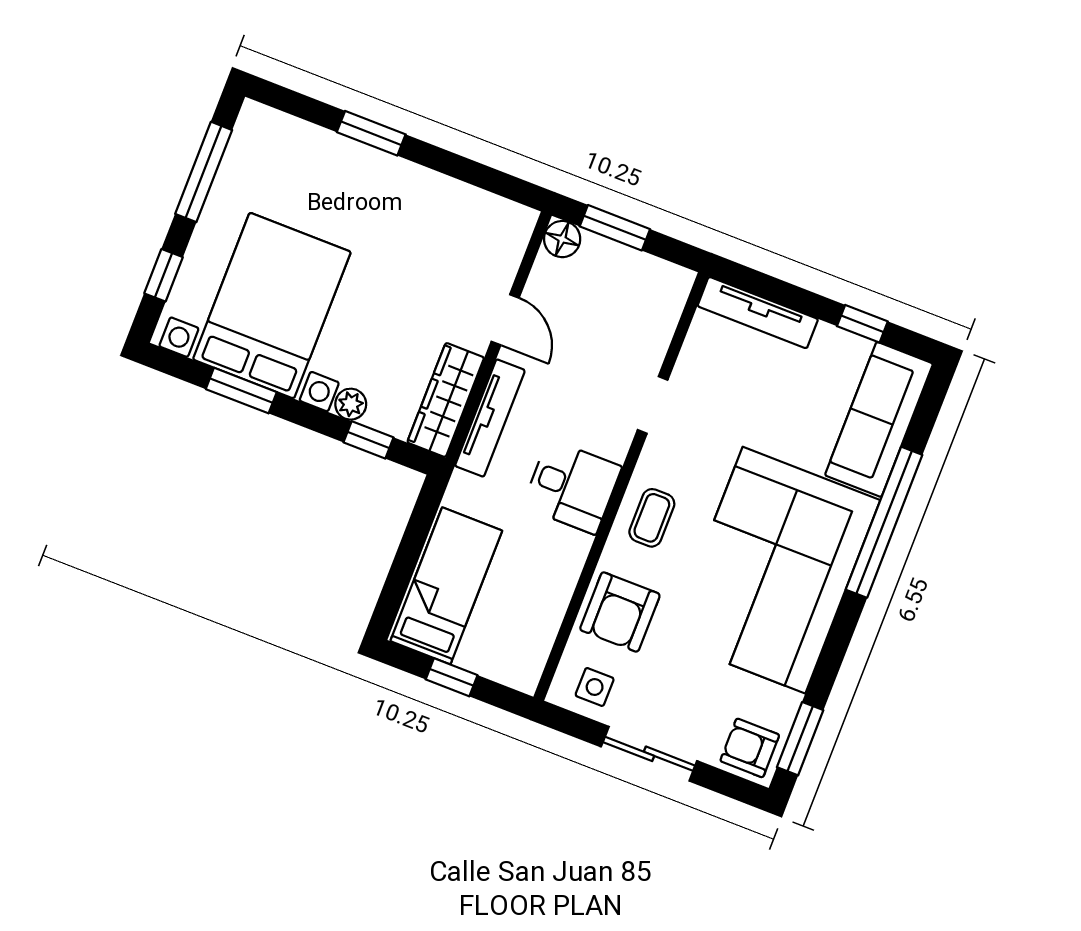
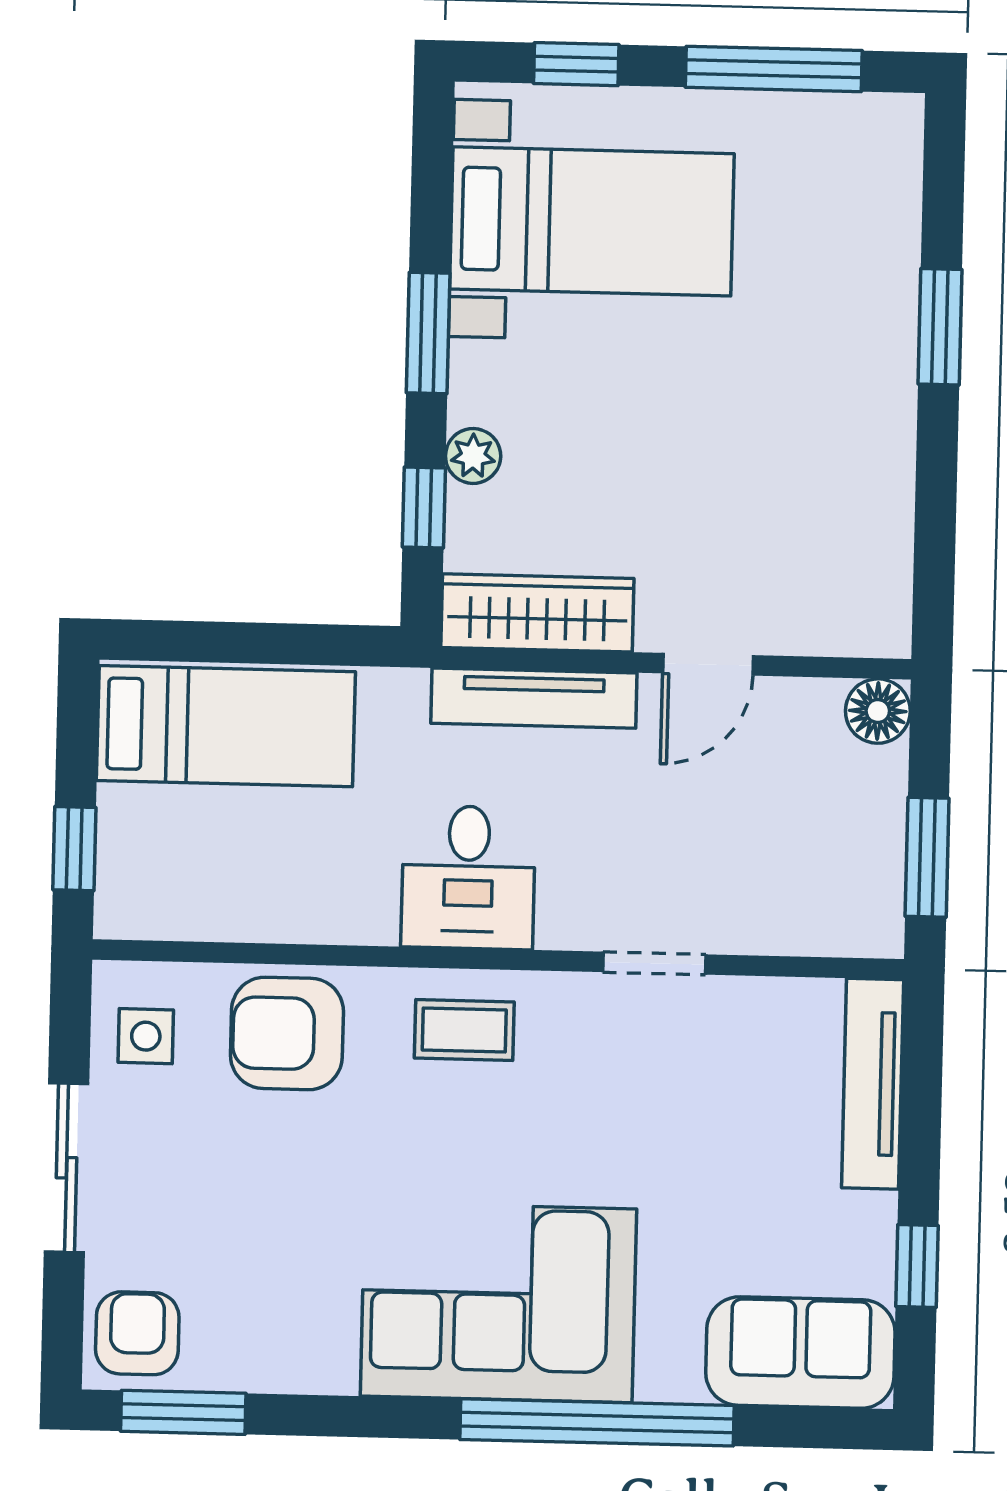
window: (615, 228) -> (927, 857), moved
bed with nightstands: (272, 306) -> (592, 221), width x0.73
window: (241, 391) -> (428, 333), moved
sofa: (879, 419) -> (800, 1353), width x0.73
corner sofa: (774, 570) -> (498, 1303), width x0.73, depth x0.74
window: (452, 677) -> (74, 849), moved

